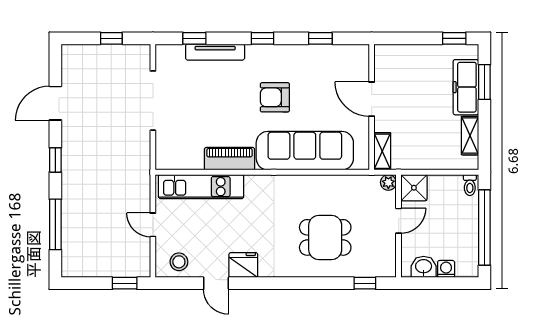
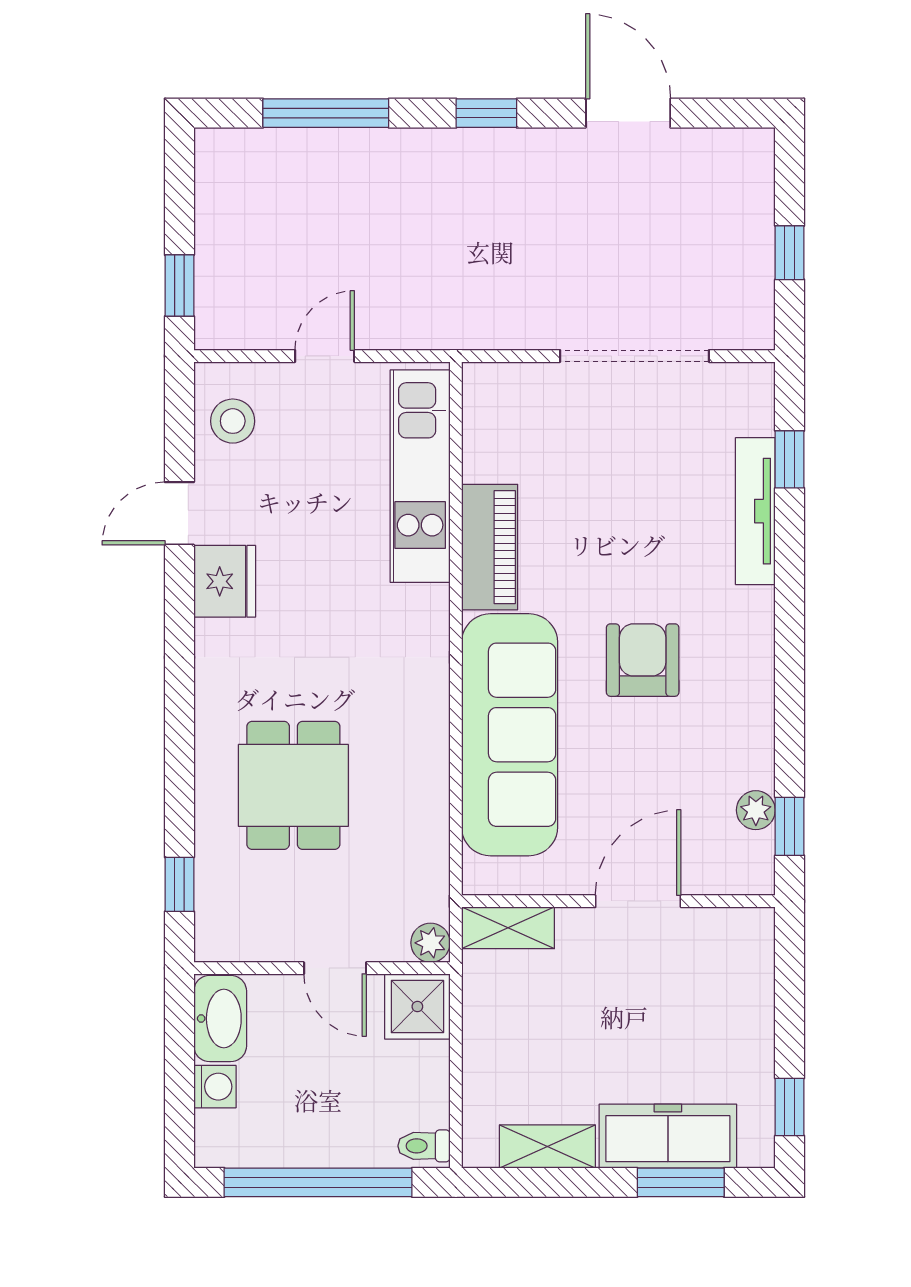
window: (263, 38) -> (790, 629), removed
window: (320, 38) -> (790, 826), moved
plant: (335, 52) -> (756, 810), added
washbasin: (424, 267) -> (220, 1019), width x1.38

